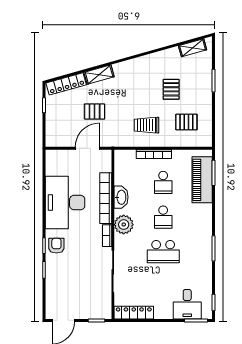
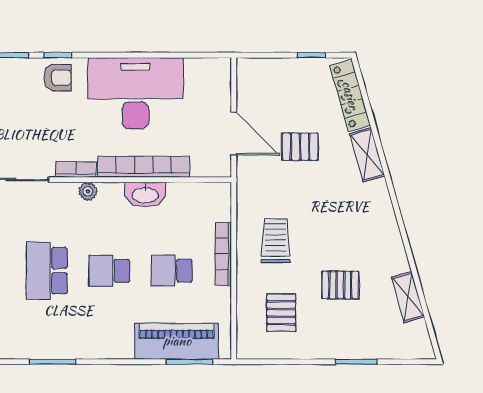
shelving: (193, 48) -> (408, 297), moved
pallet: (95, 112) -> (300, 147), turned 90
plant: (124, 225) -> (88, 191), width x0.53, depth x0.53

